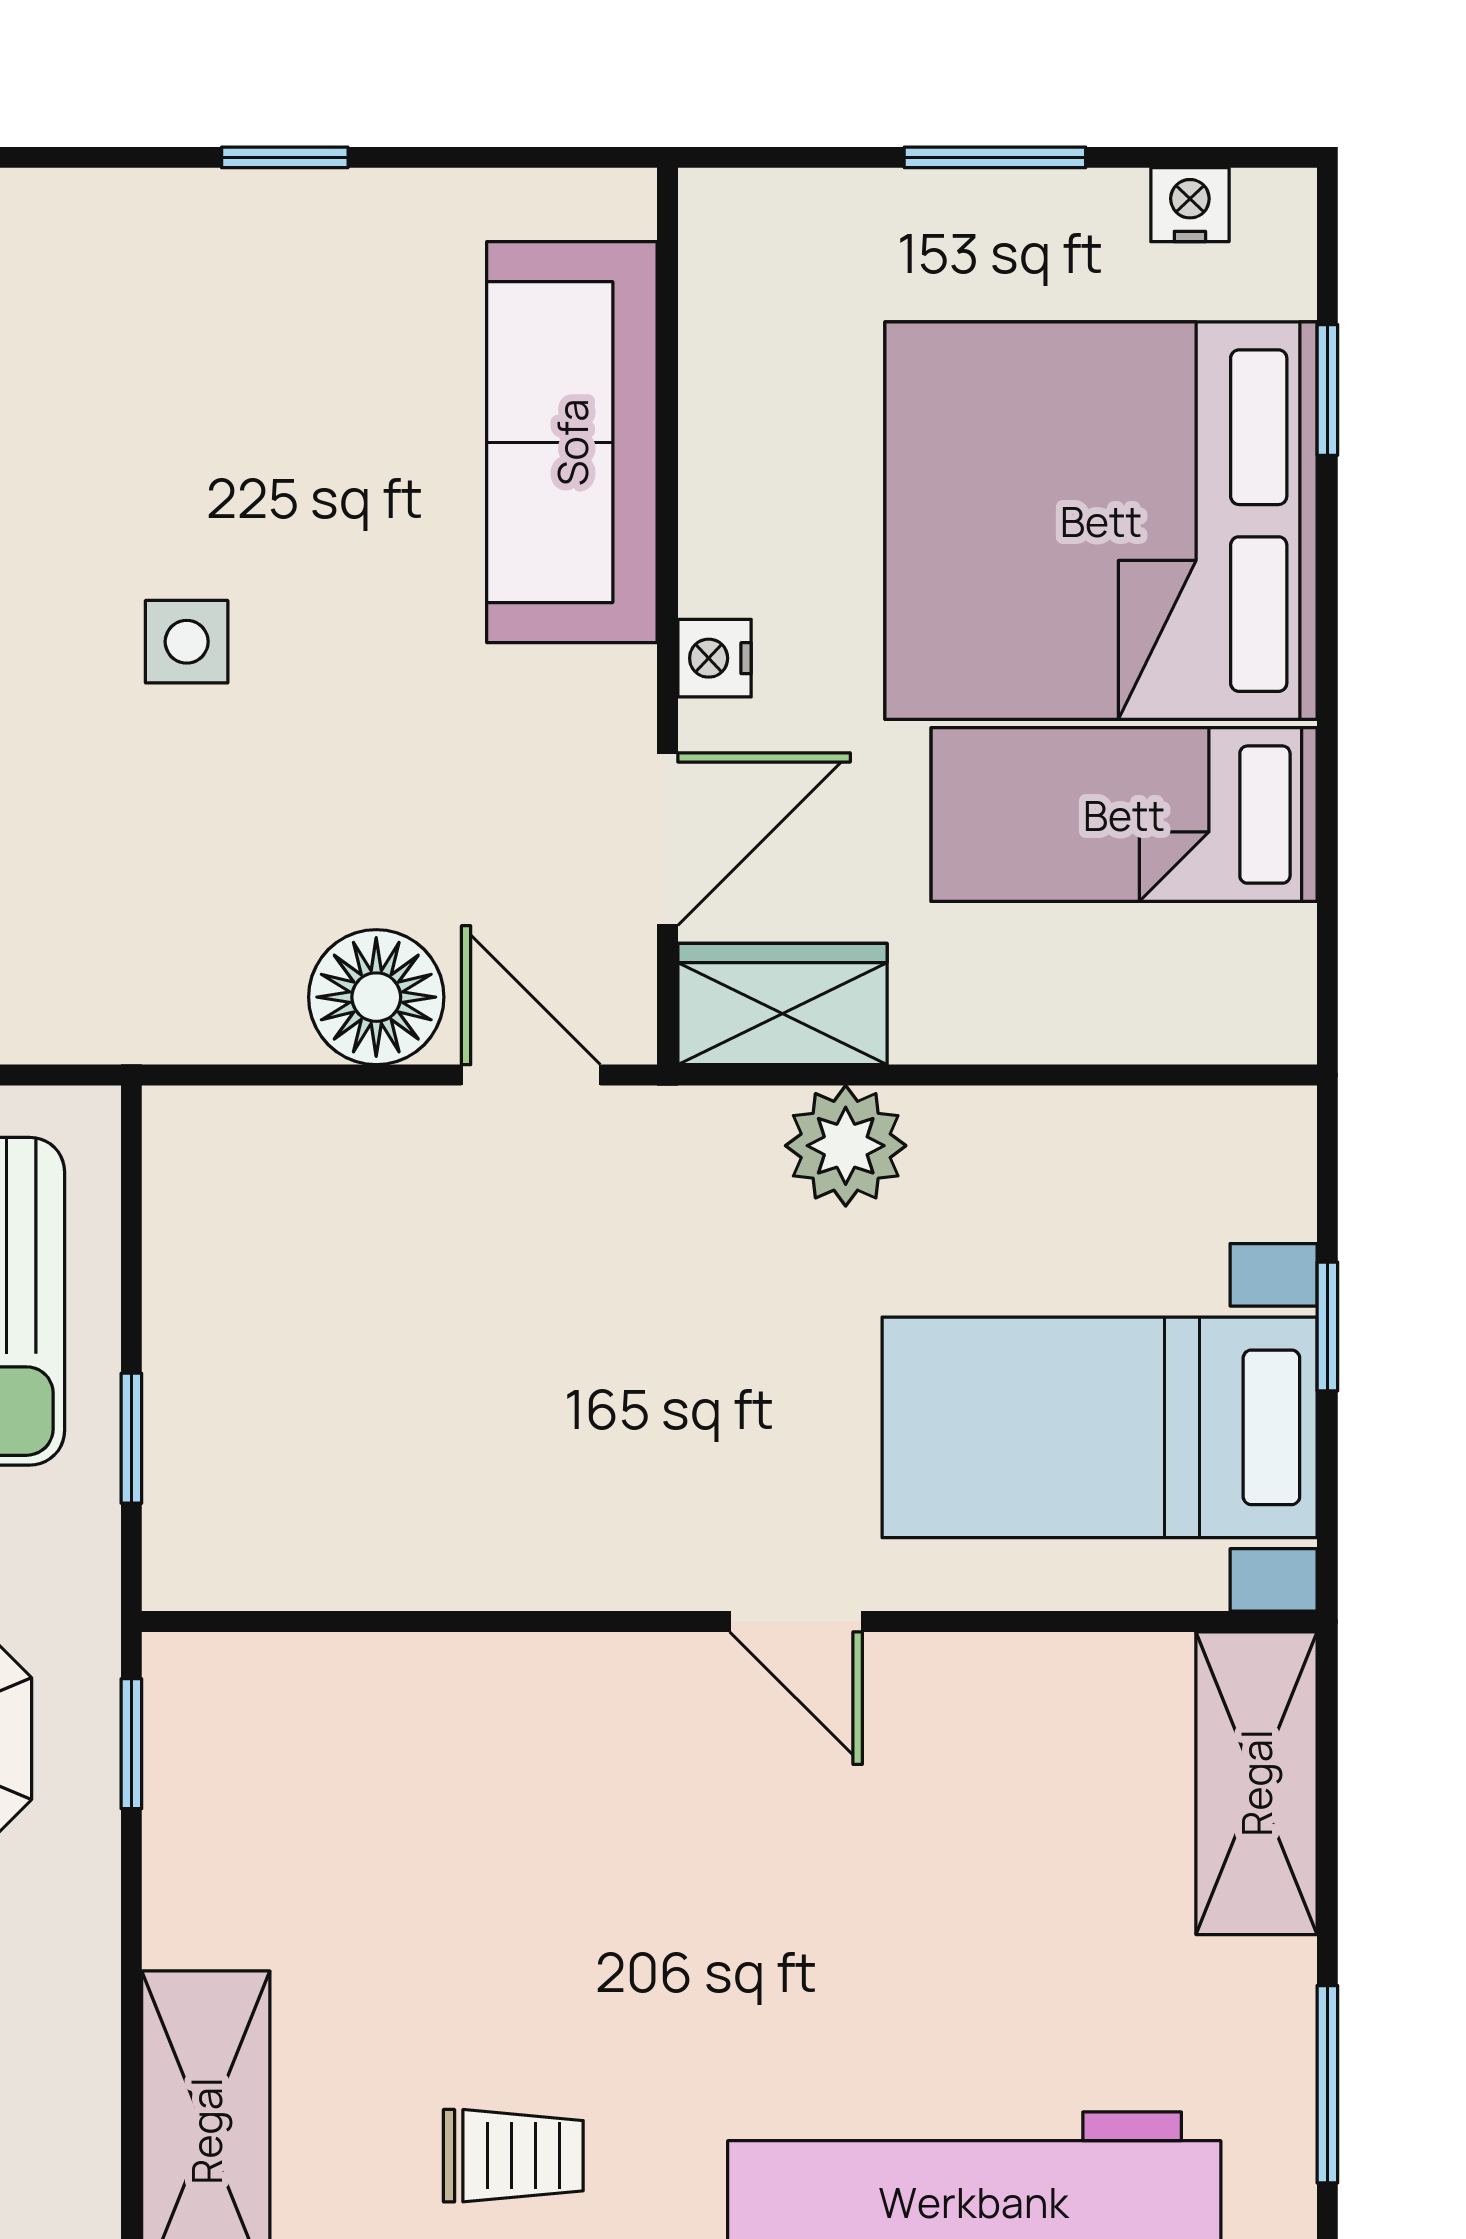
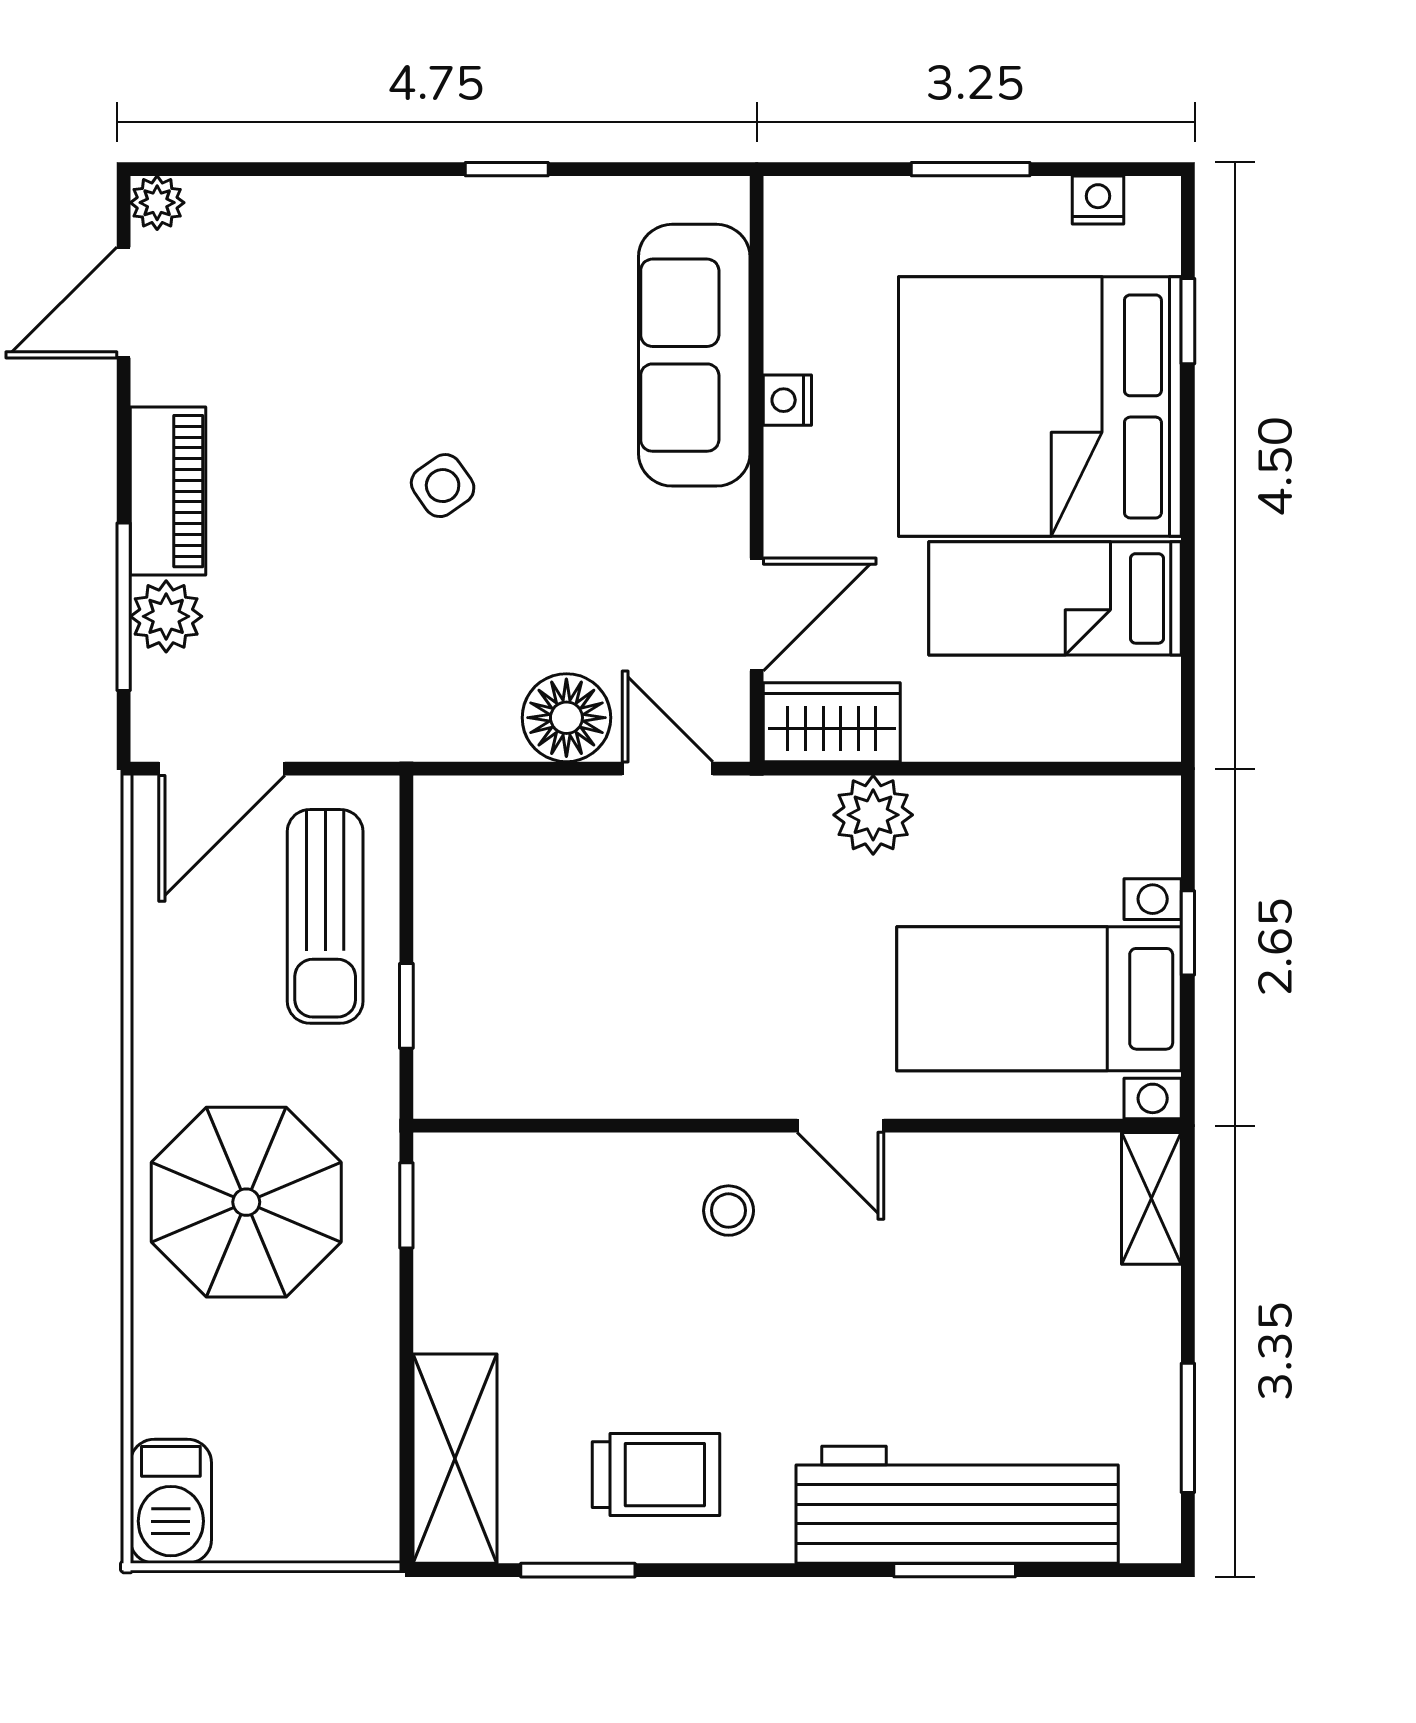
side table: (187, 642) -> (443, 486), turned -35
nightstand: (714, 658) -> (787, 400), moved
stool: (624, 1752) -> (729, 1211), added
shelving: (1256, 1783) -> (1151, 1198), width x0.67, depth x0.75
trolley: (513, 2156) -> (656, 1475), width x1.36, depth x1.39

